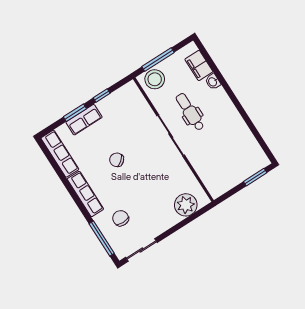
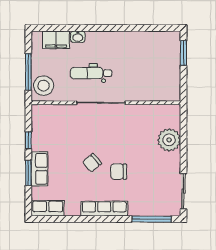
row of seats: (60, 154) -> (48, 208), width x0.68
plant: (186, 205) -> (169, 140), moved
chair: (121, 218) -> (119, 172), moved

